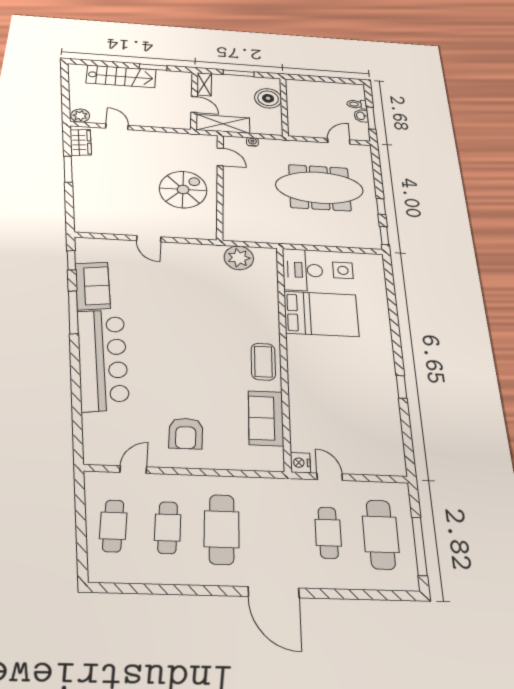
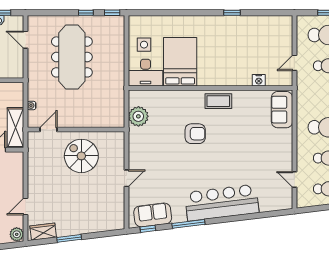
sofa: (93, 286) -> (153, 215), moved
sofa: (266, 418) -> (282, 110), moved, turned 90
armchair: (186, 433) -> (195, 134), moved
nightstand: (300, 463) -> (259, 80), moved

